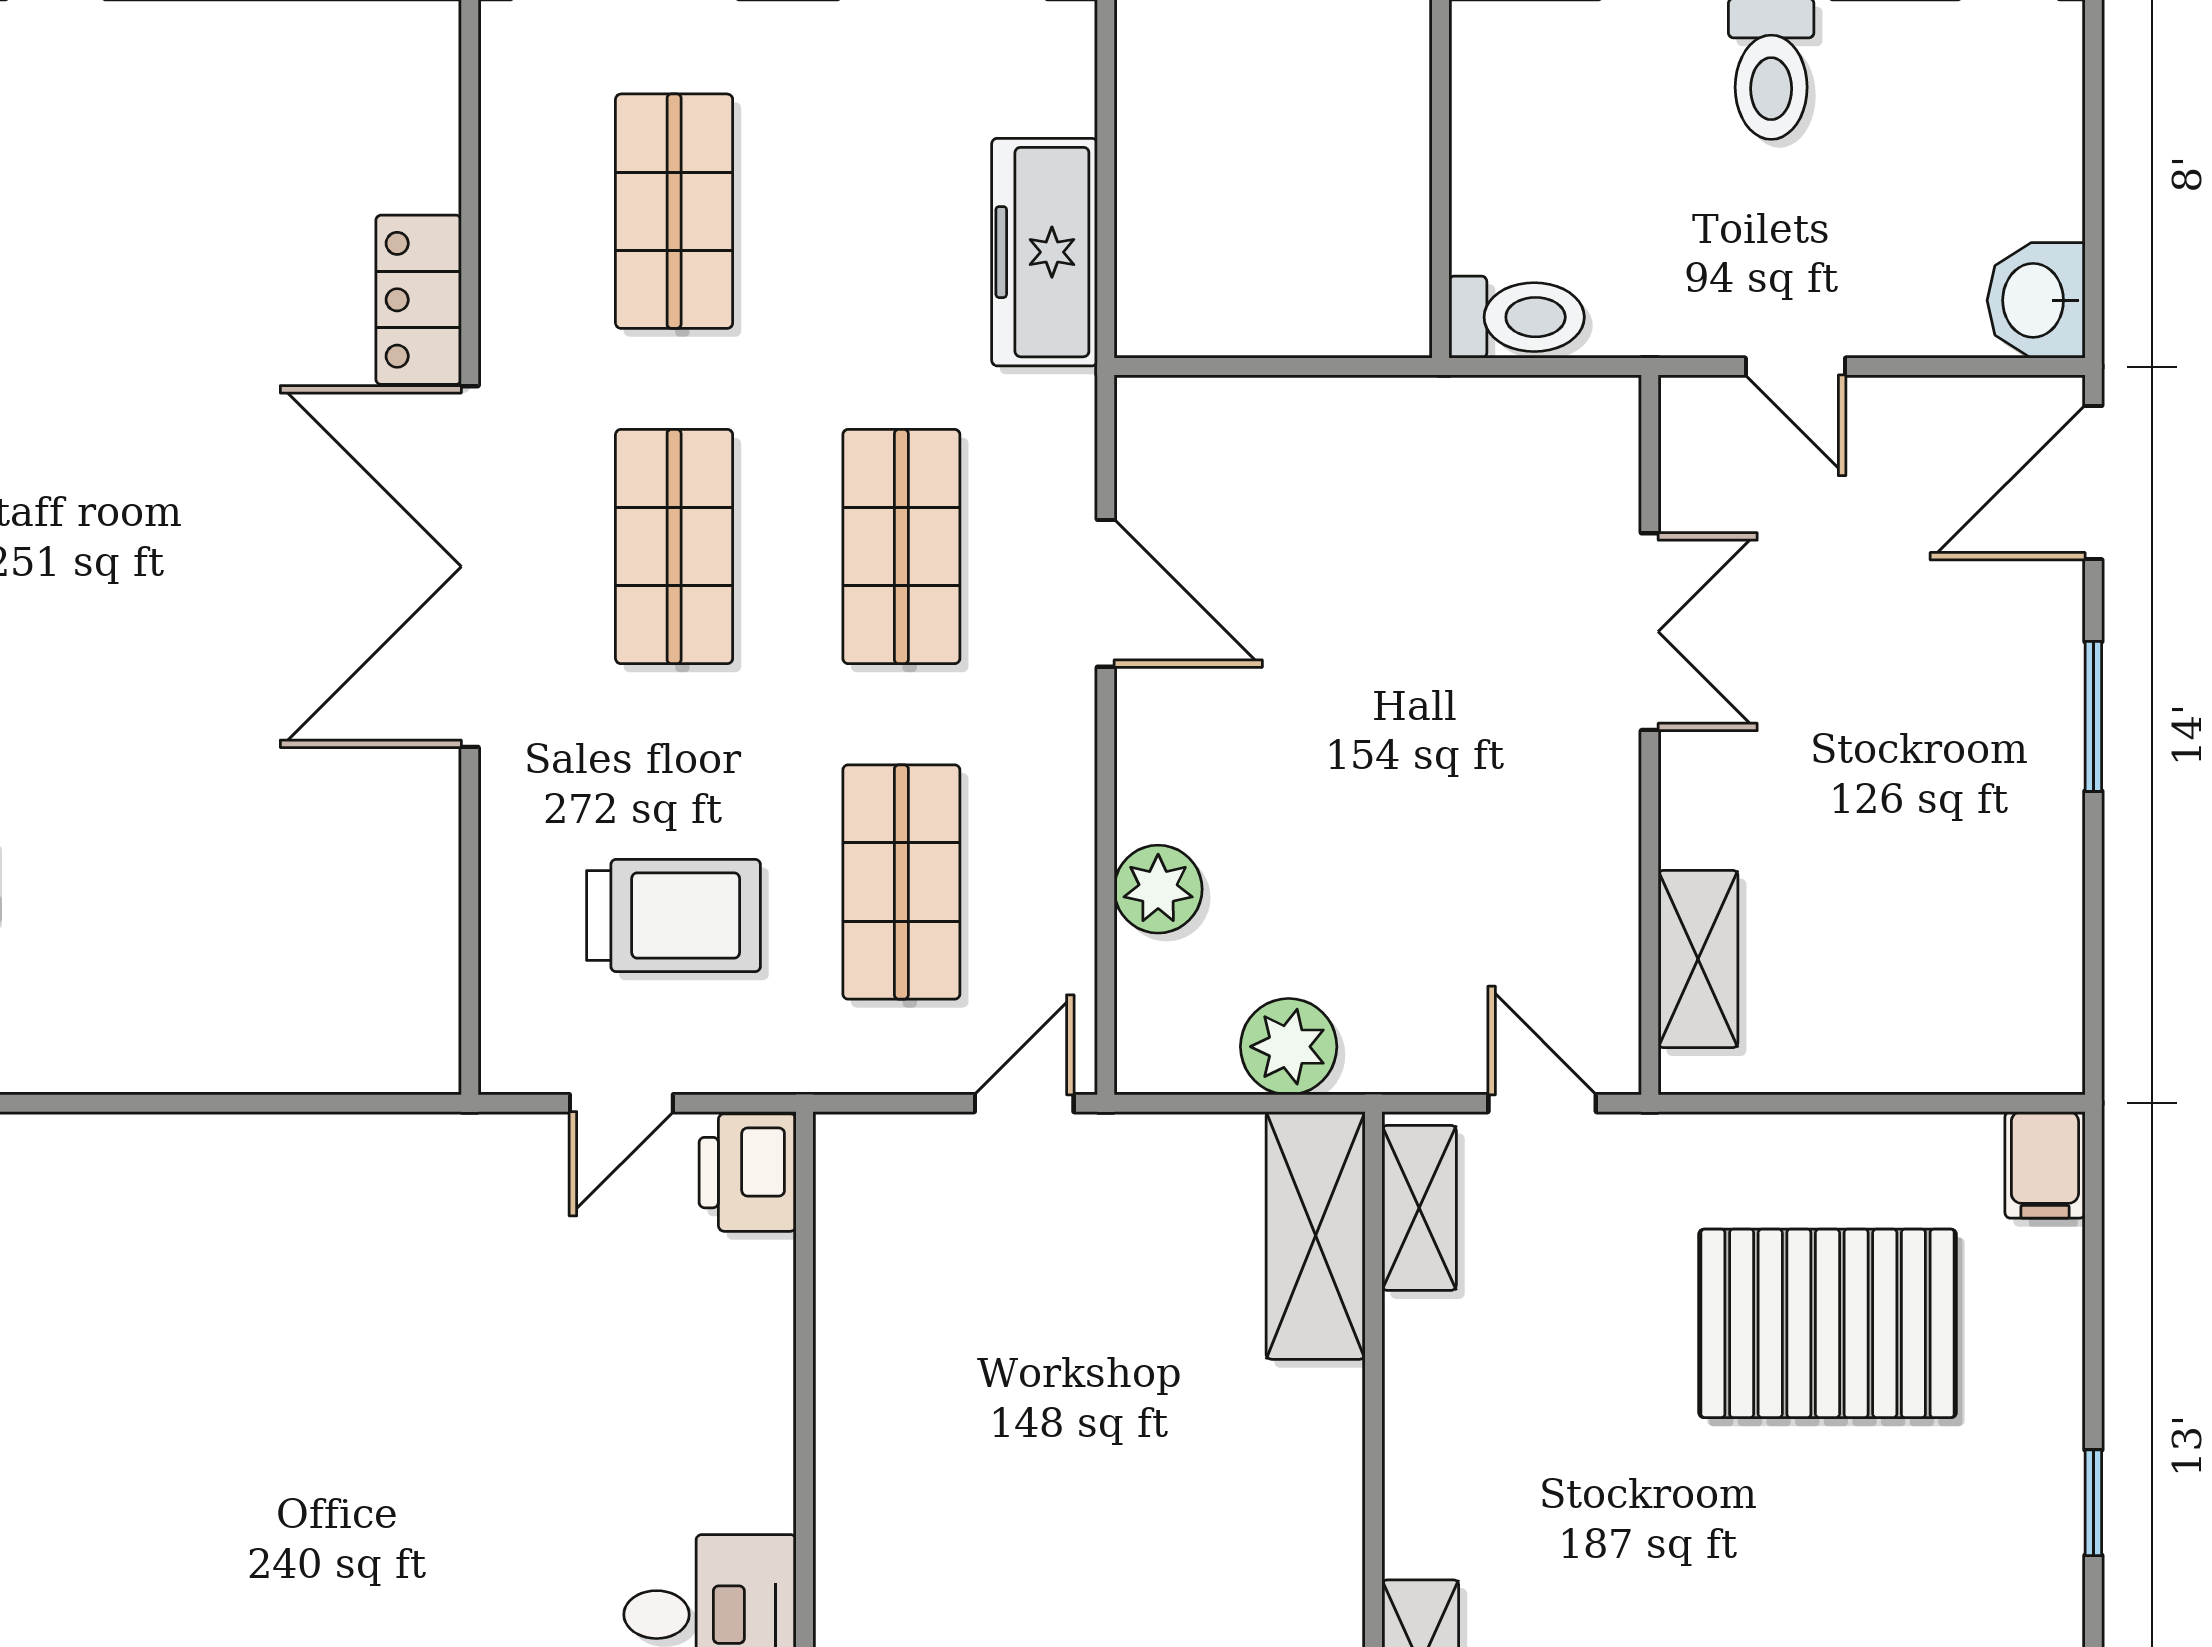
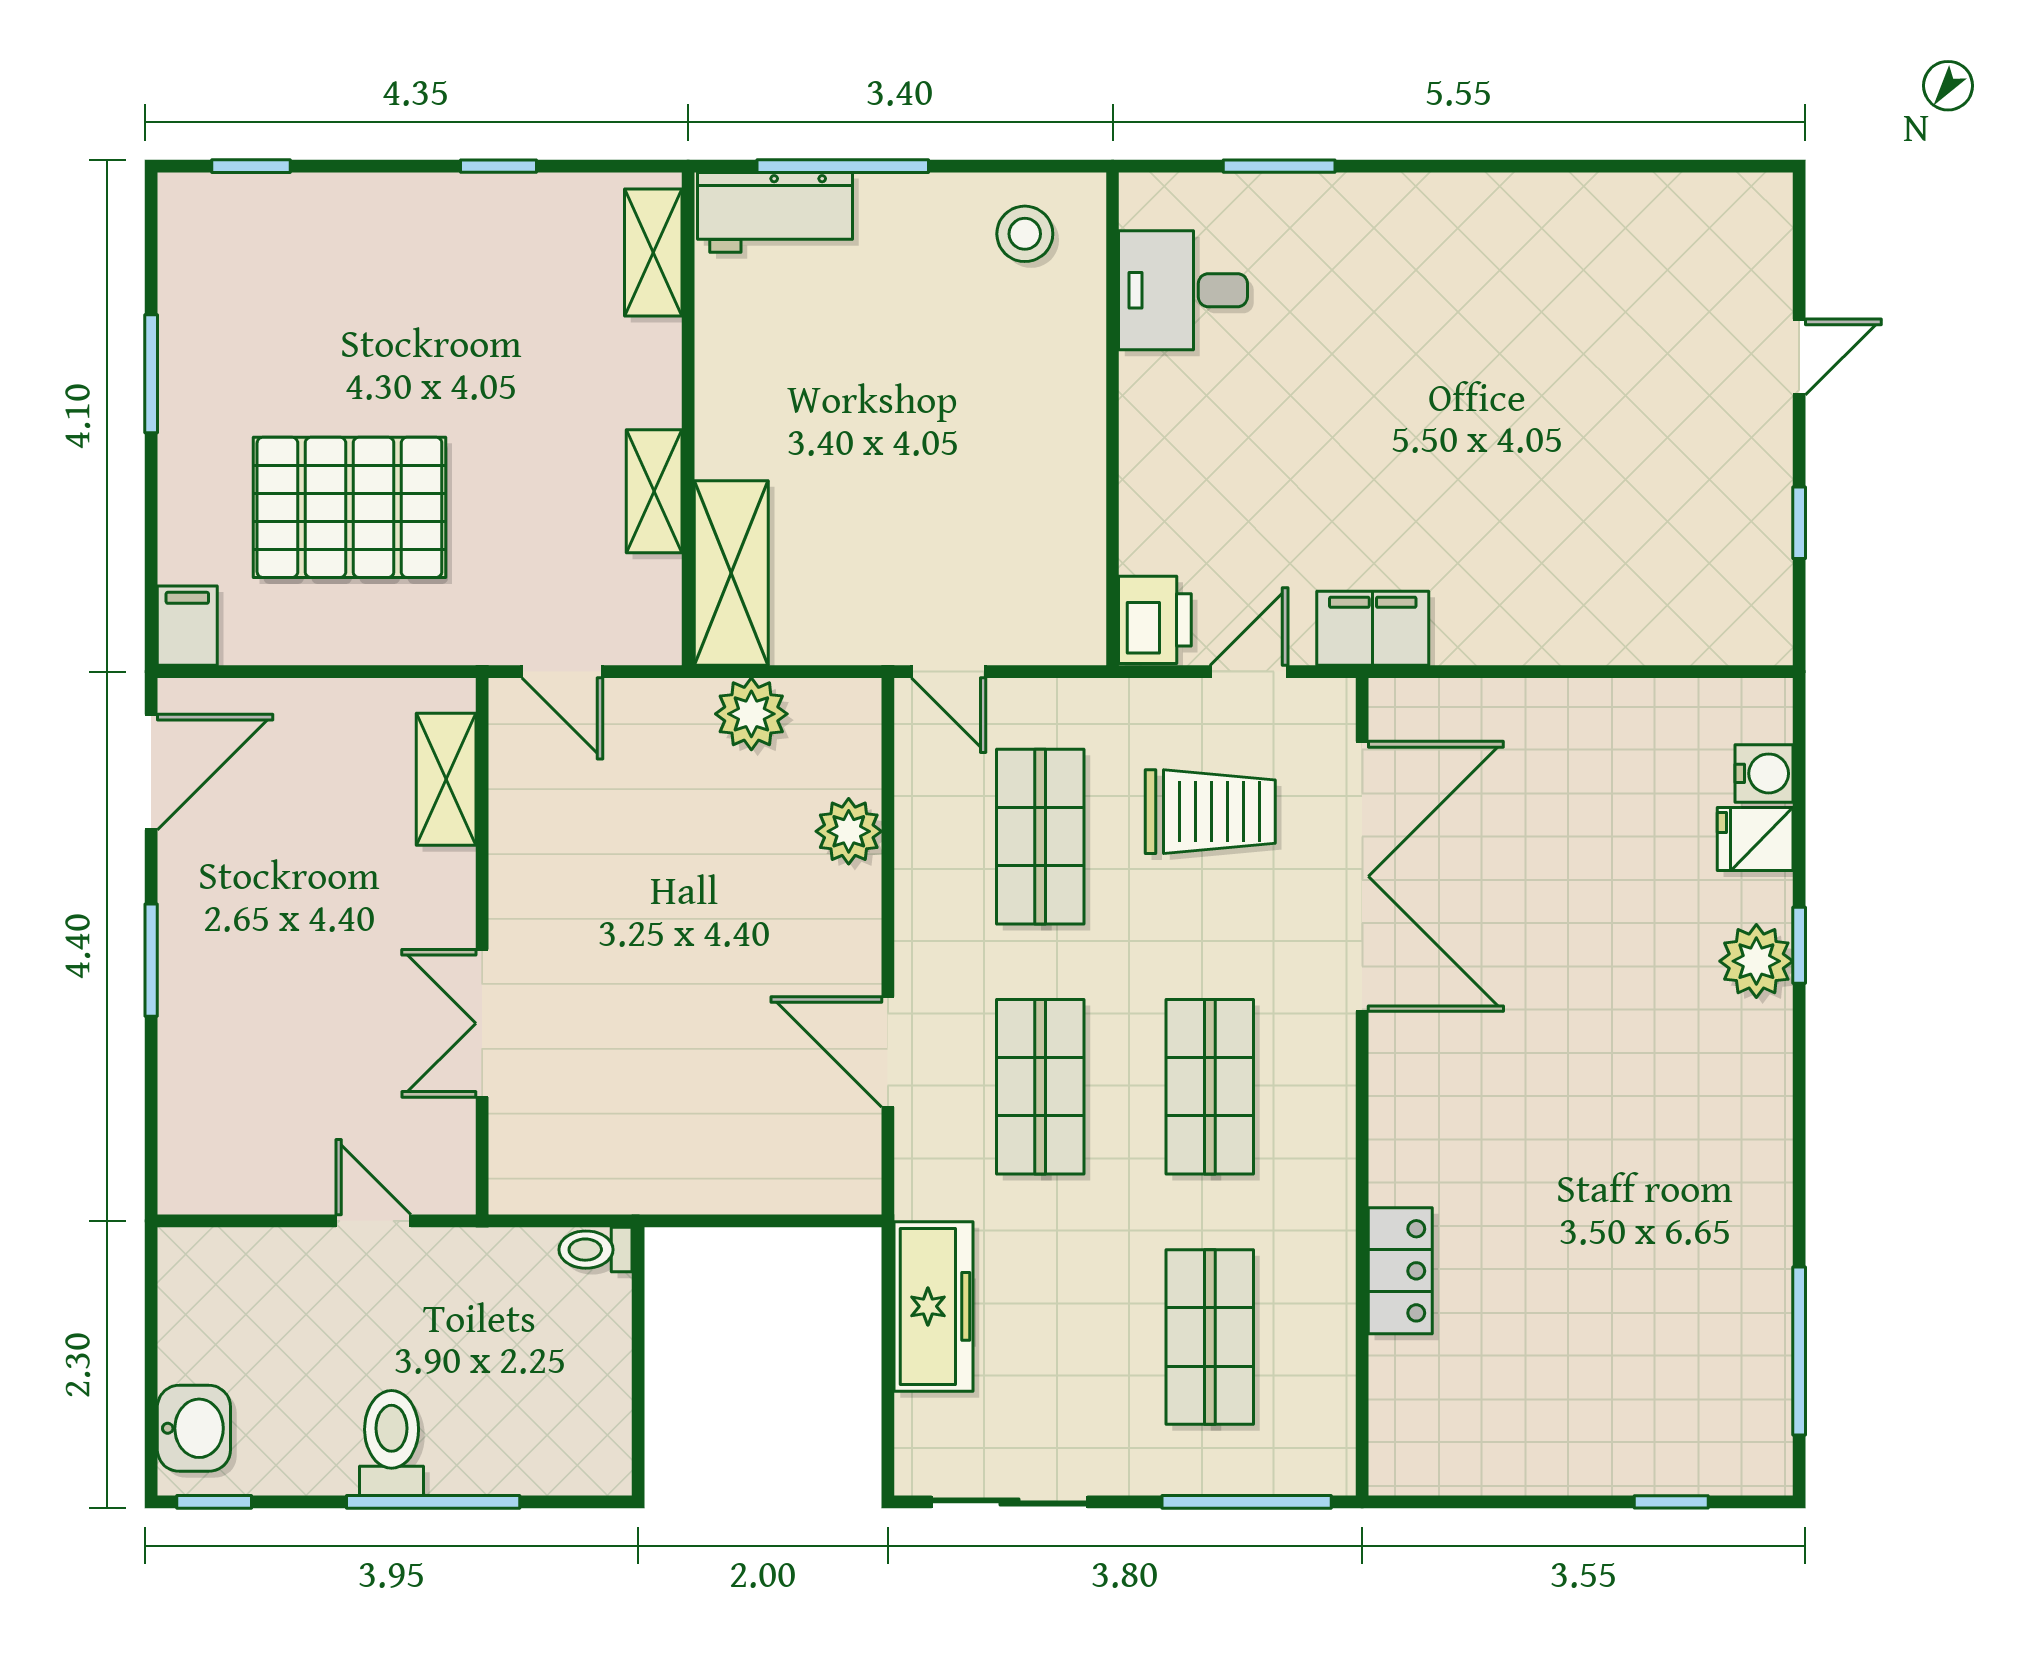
washbasin: (2036, 300) -> (194, 1428), moved
toilet: (1517, 317) -> (595, 1250), width x0.73, depth x0.72
door: (2093, 483) -> (151, 772), moved
double door: (470, 567) -> (1362, 876), moved
trolley: (673, 915) -> (1210, 812), turned 180
door: (1024, 1103) -> (949, 672), hinge flipped
filing cabinet: (455, 1161) -> (1373, 628), added
shelving: (1419, 1208) -> (654, 491), moved
window: (2093, 1503) -> (151, 374), width x1.50

